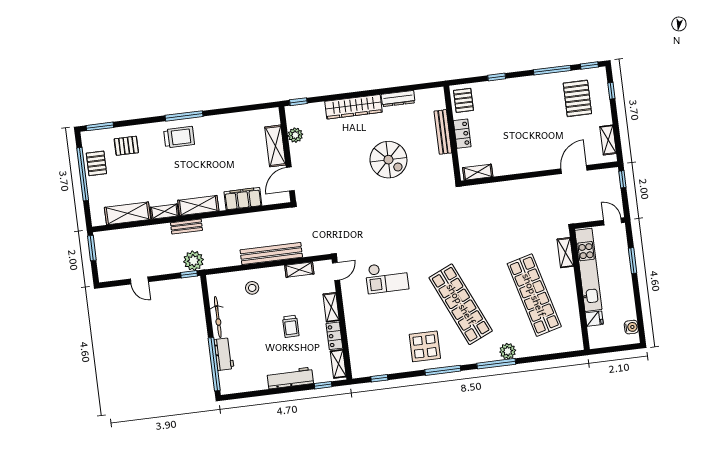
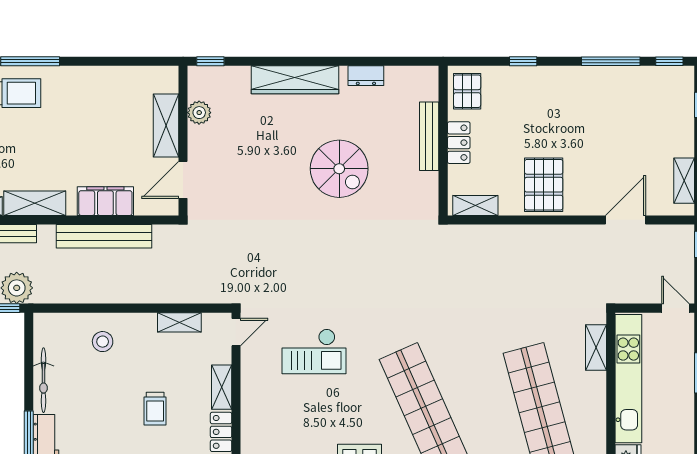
pallet: (577, 98) -> (544, 185), moved
dresser: (398, 99) -> (366, 76), width x0.70
bench: (271, 254) -> (104, 236), moved

